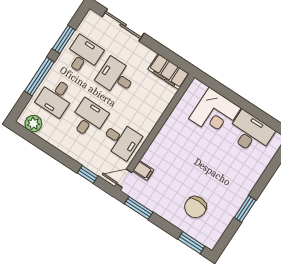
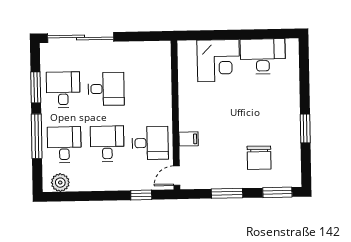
sliding door: (123, 25) -> (81, 37), width x1.36
filing cabinet: (169, 72) -> (151, 52), removed
desk: (116, 77) -> (106, 89), turned 180
desk: (56, 97) -> (64, 145), turned 180
filing cabinet: (143, 170) -> (189, 139), moved
window: (139, 208) -> (227, 193), moved

